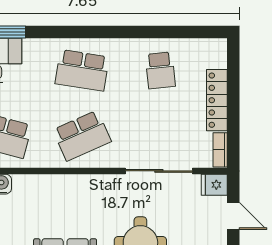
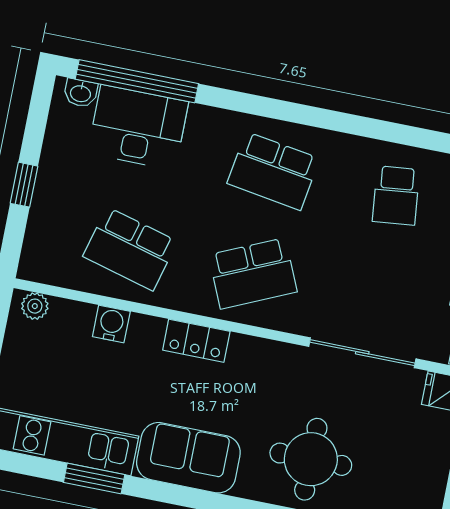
locker: (56, 184) -> (196, 341), added

